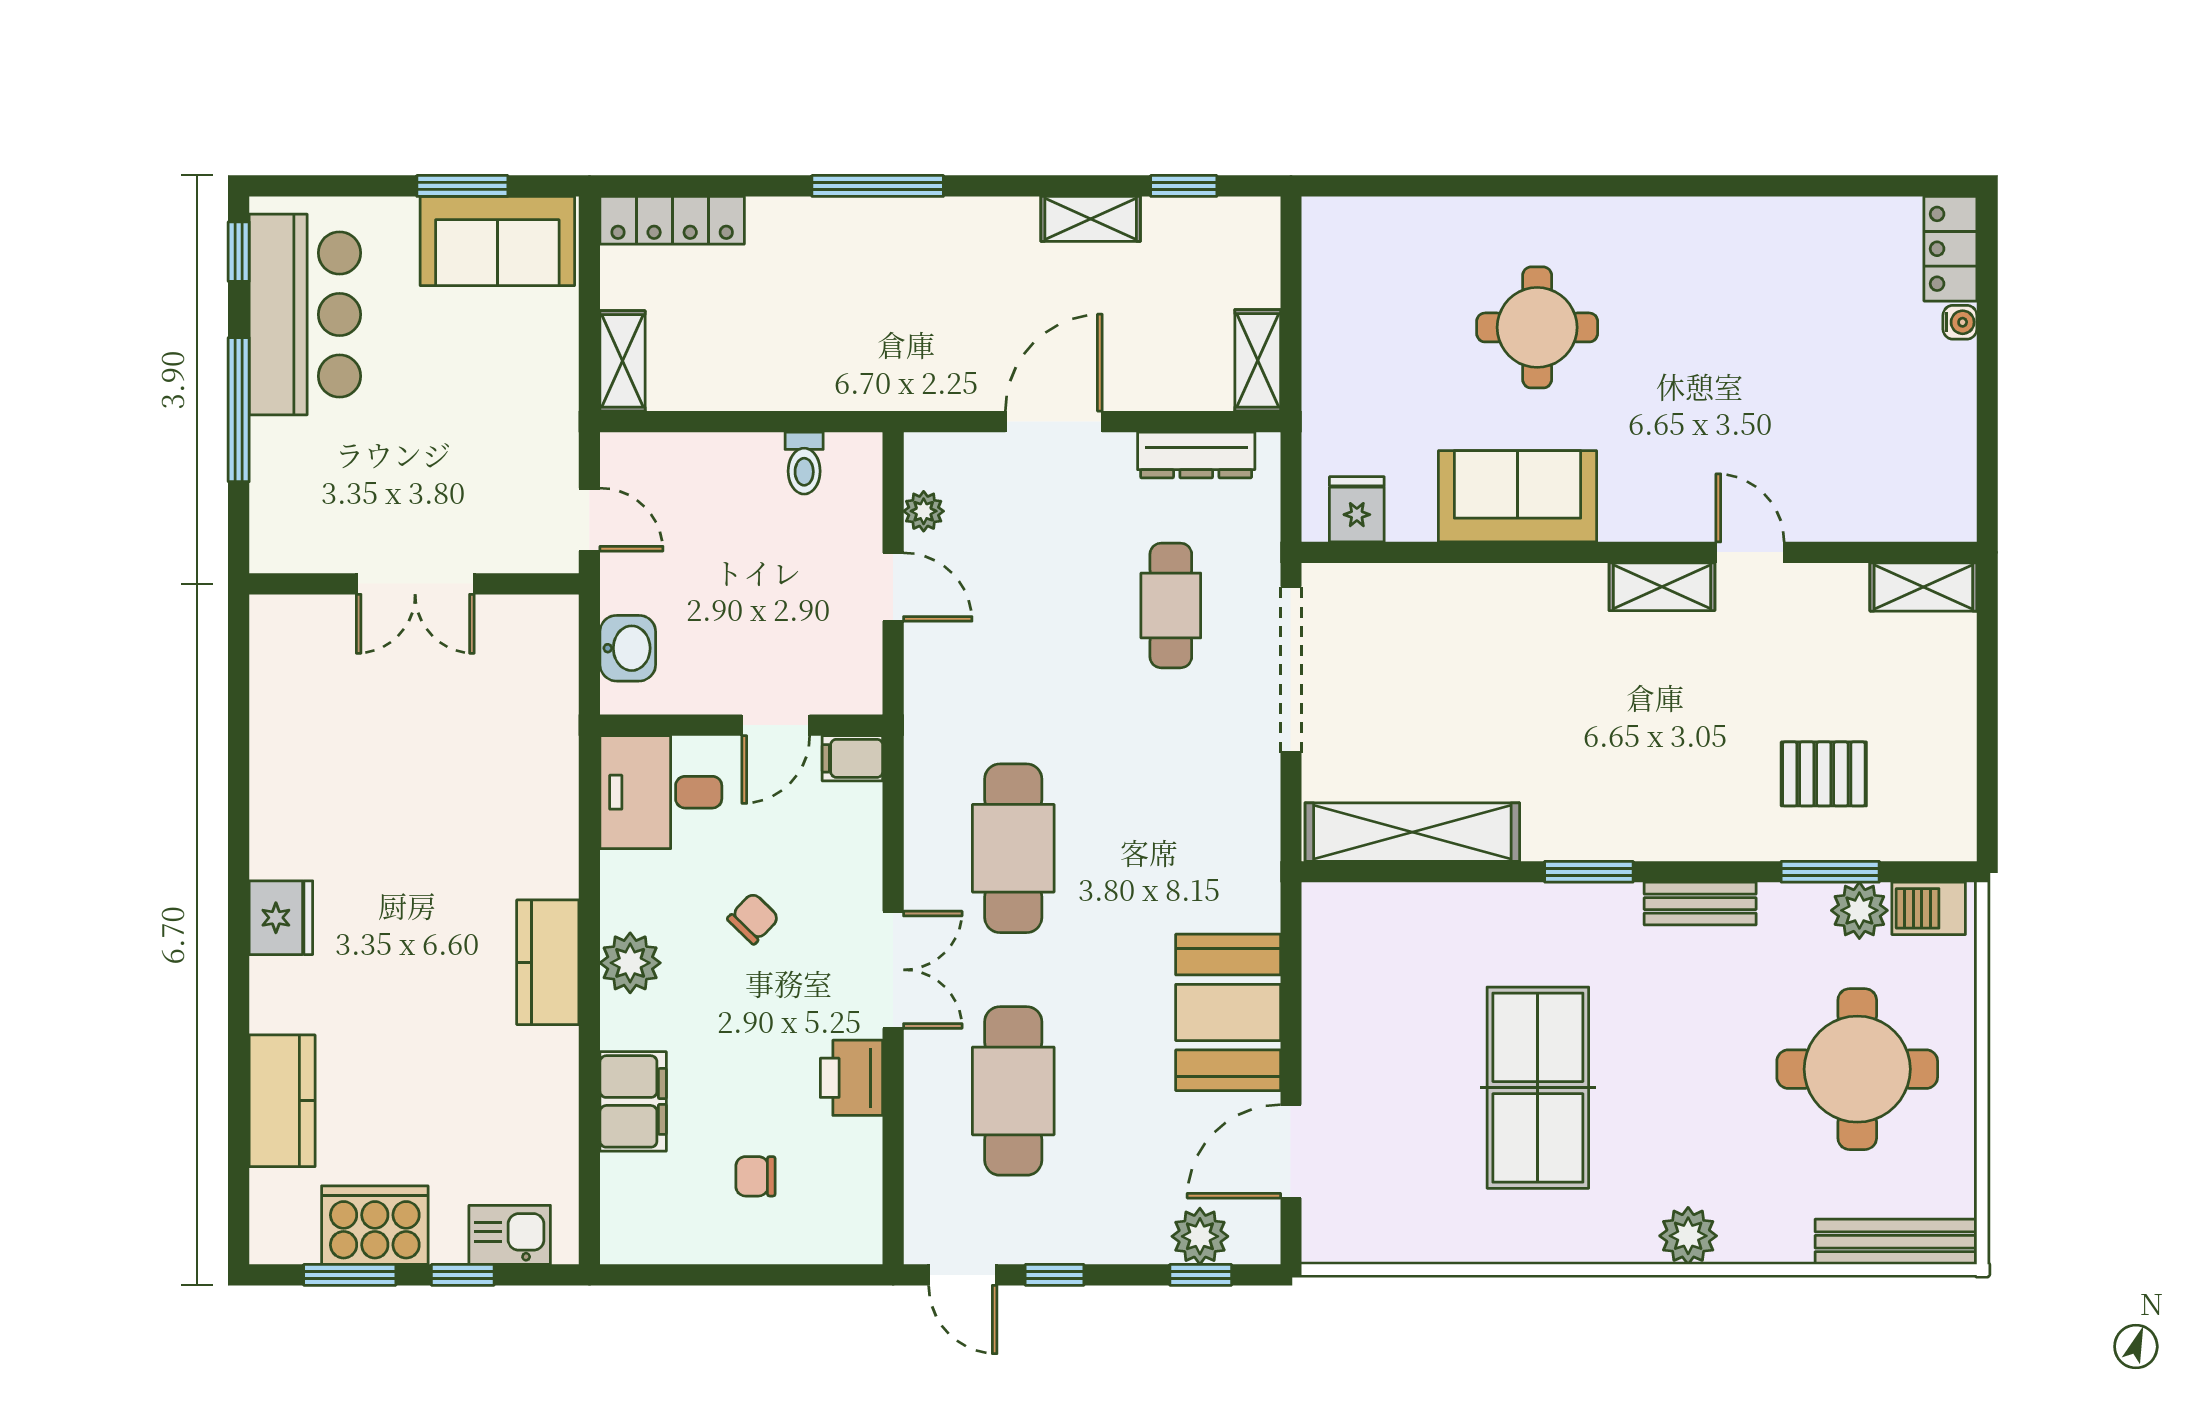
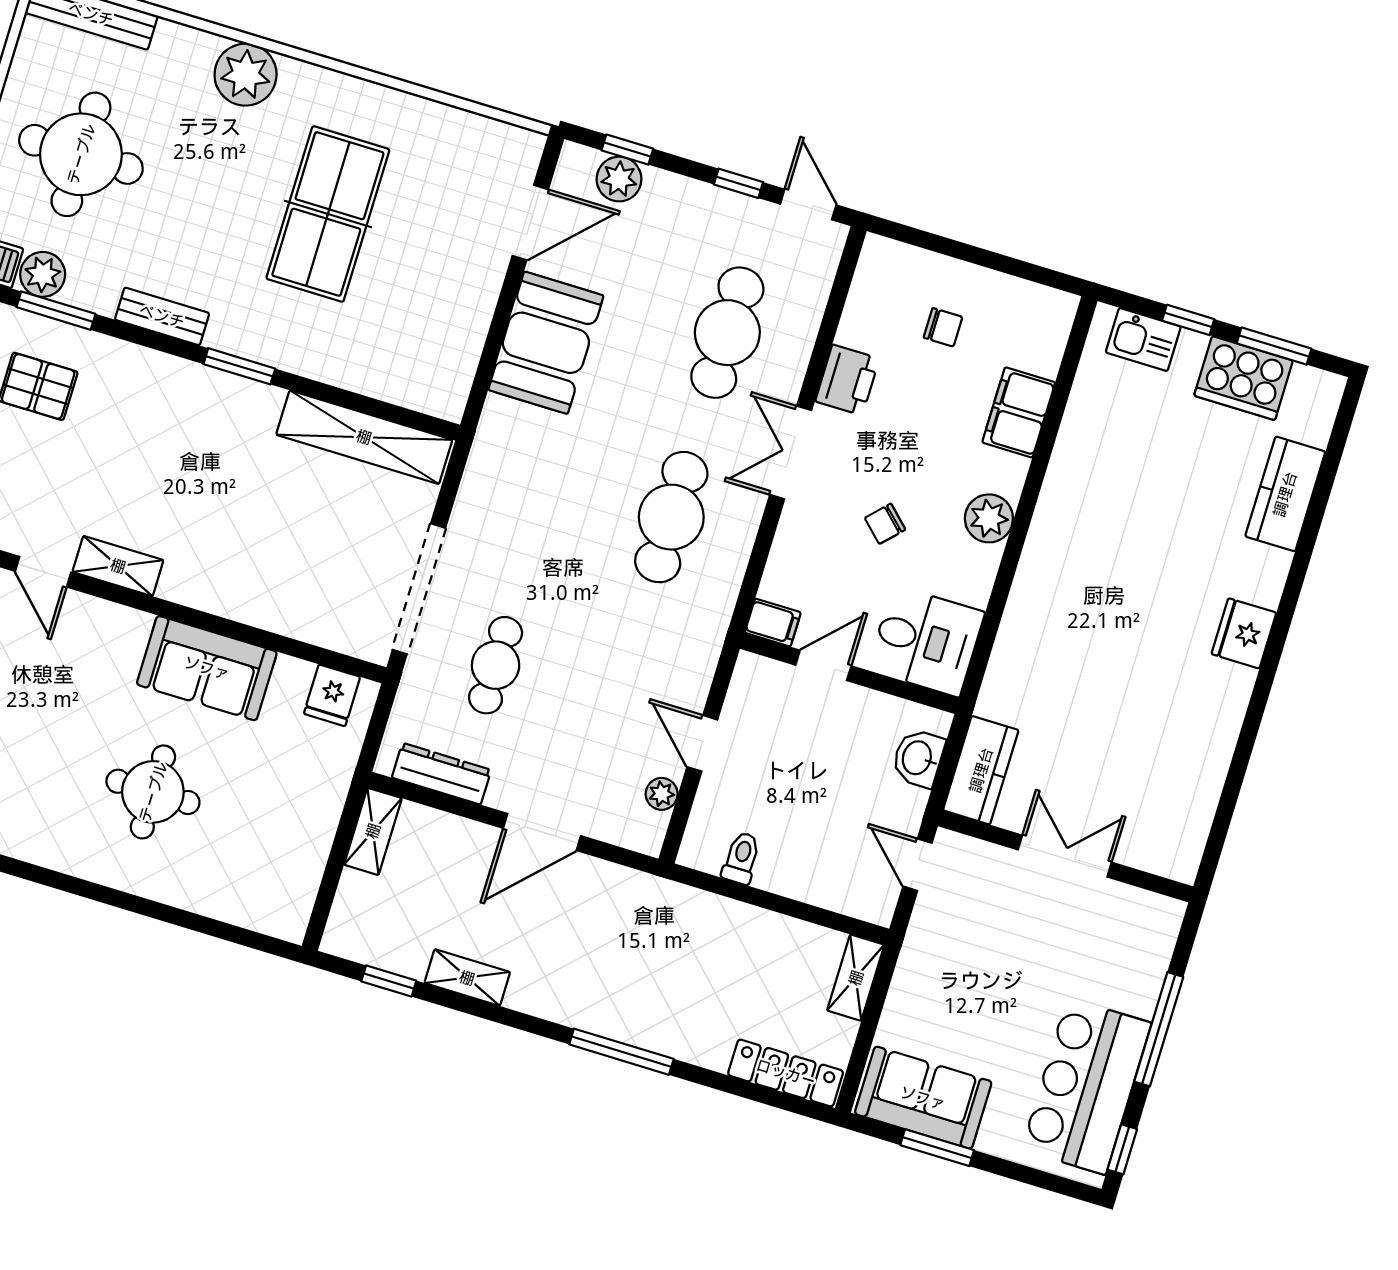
kitchen counter: (548, 962) -> (981, 770), moved
plant: (1688, 1236) -> (246, 75), width x1.36, depth x1.36

